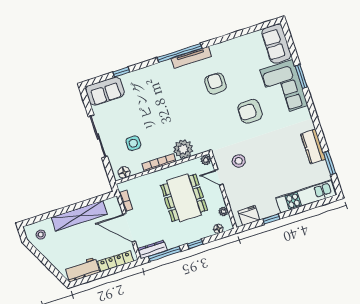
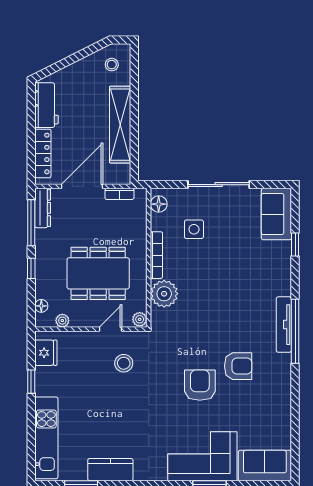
tv unit: (191, 57) -> (284, 325), moved
armchair: (250, 111) -> (200, 385), moved

